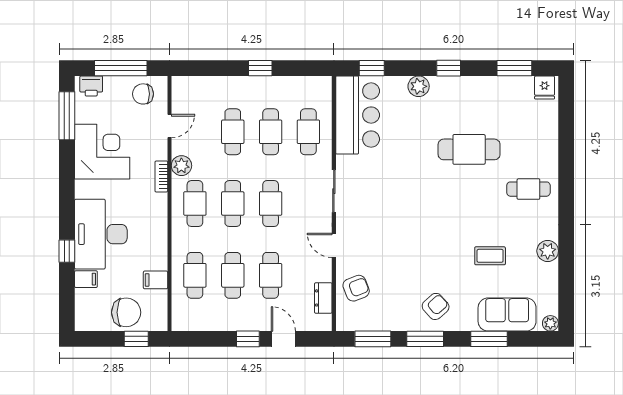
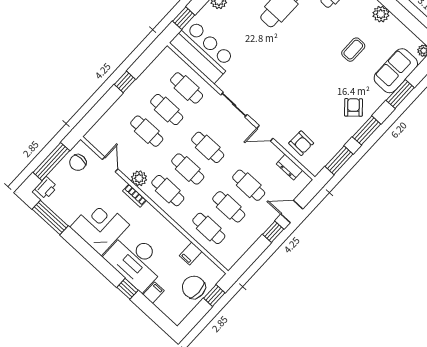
corner desk: (102, 152) -> (100, 226), moved
armchair: (356, 288) -> (301, 143), turned 113
chair: (126, 312) -> (194, 287), turned -90

